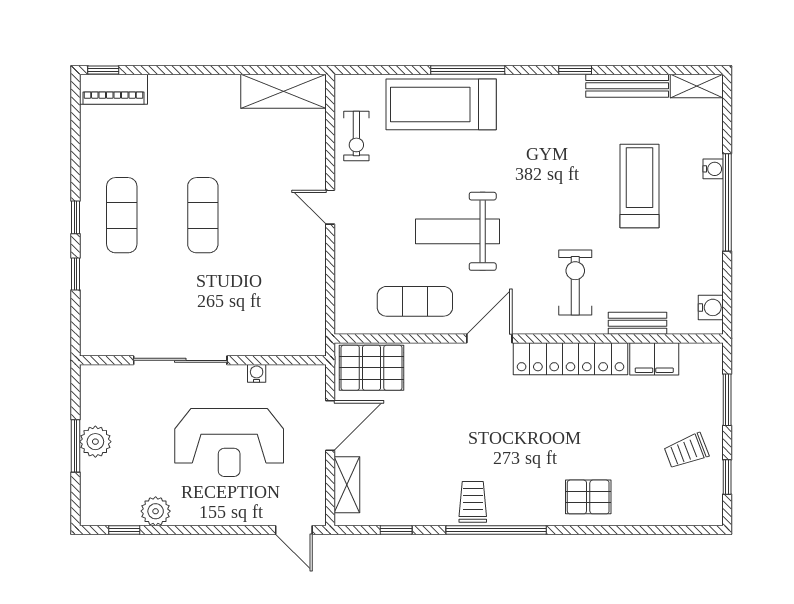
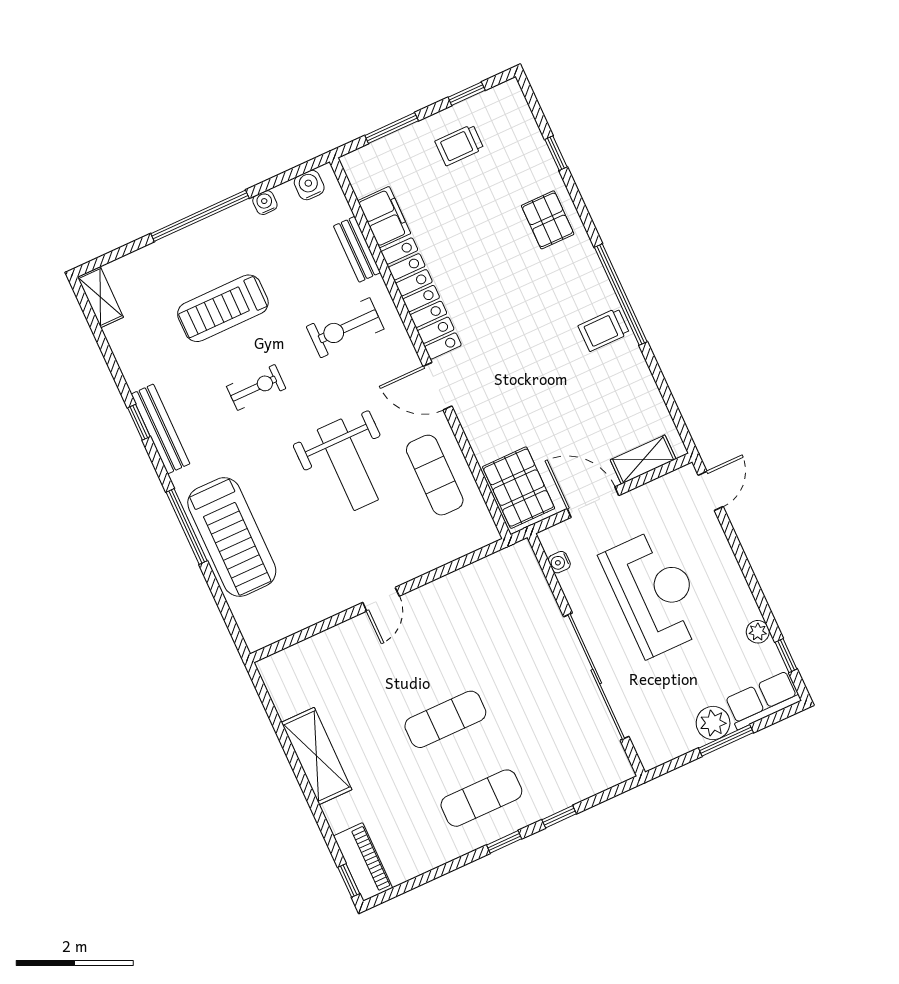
bench: (627, 86) -> (160, 429), moved
shelving: (283, 91) -> (317, 756), moved
exercise bike: (356, 136) -> (256, 387), moved
water cooler: (713, 169) -> (265, 203), moved
sliding door: (180, 360) -> (596, 677), width x1.36
water cooler: (257, 373) -> (559, 562), moved
trolley: (686, 451) -> (459, 145), turned 111
row of seats: (96, 493) -> (763, 700), added
plant: (156, 511) -> (758, 632), width x0.73, depth x0.73
window: (396, 530) -> (556, 153), moved

